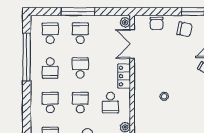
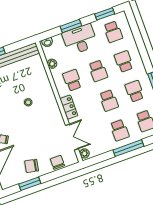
school desk: (50, 103) -> (124, 62), turned 180

